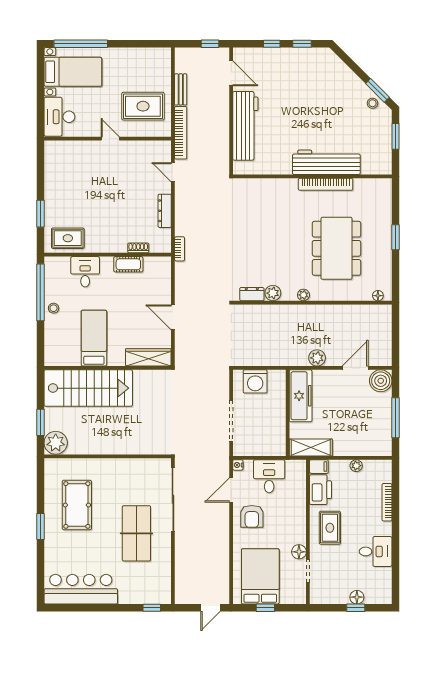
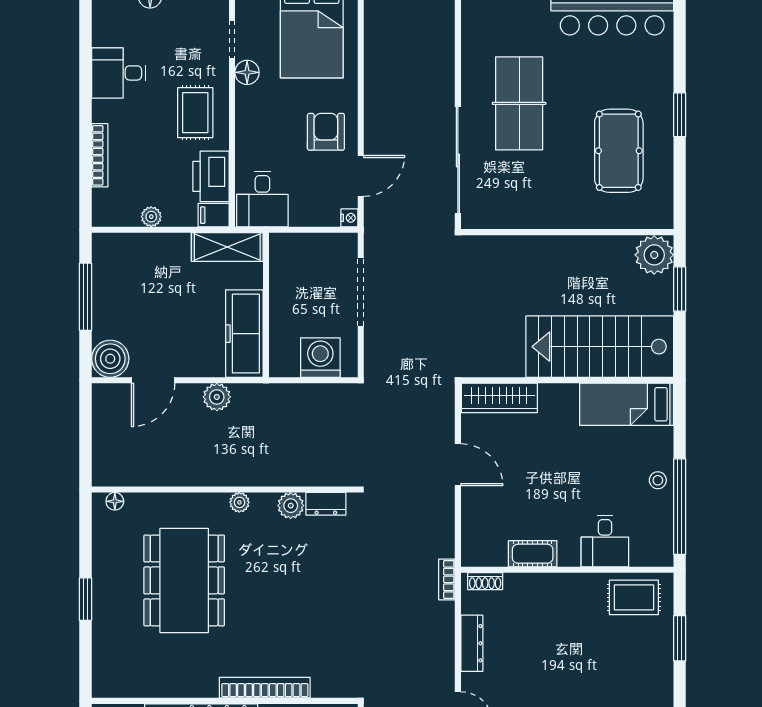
bookcase: (326, 184) -> (265, 688), moved
shoe rack: (138, 248) -> (485, 581), moved
bed: (94, 338) -> (627, 404), moved, turned 90
desk: (269, 476) -> (262, 199), moved

